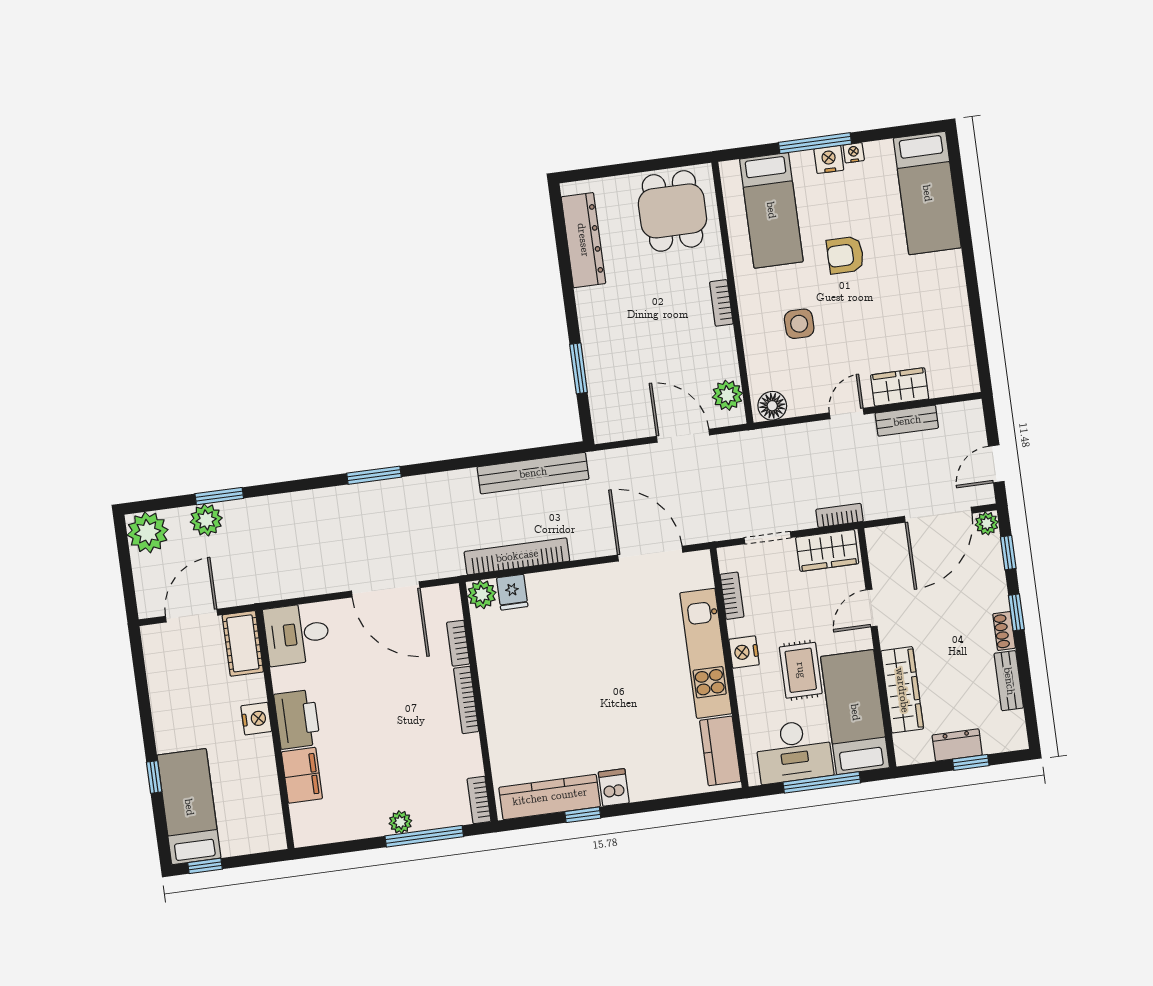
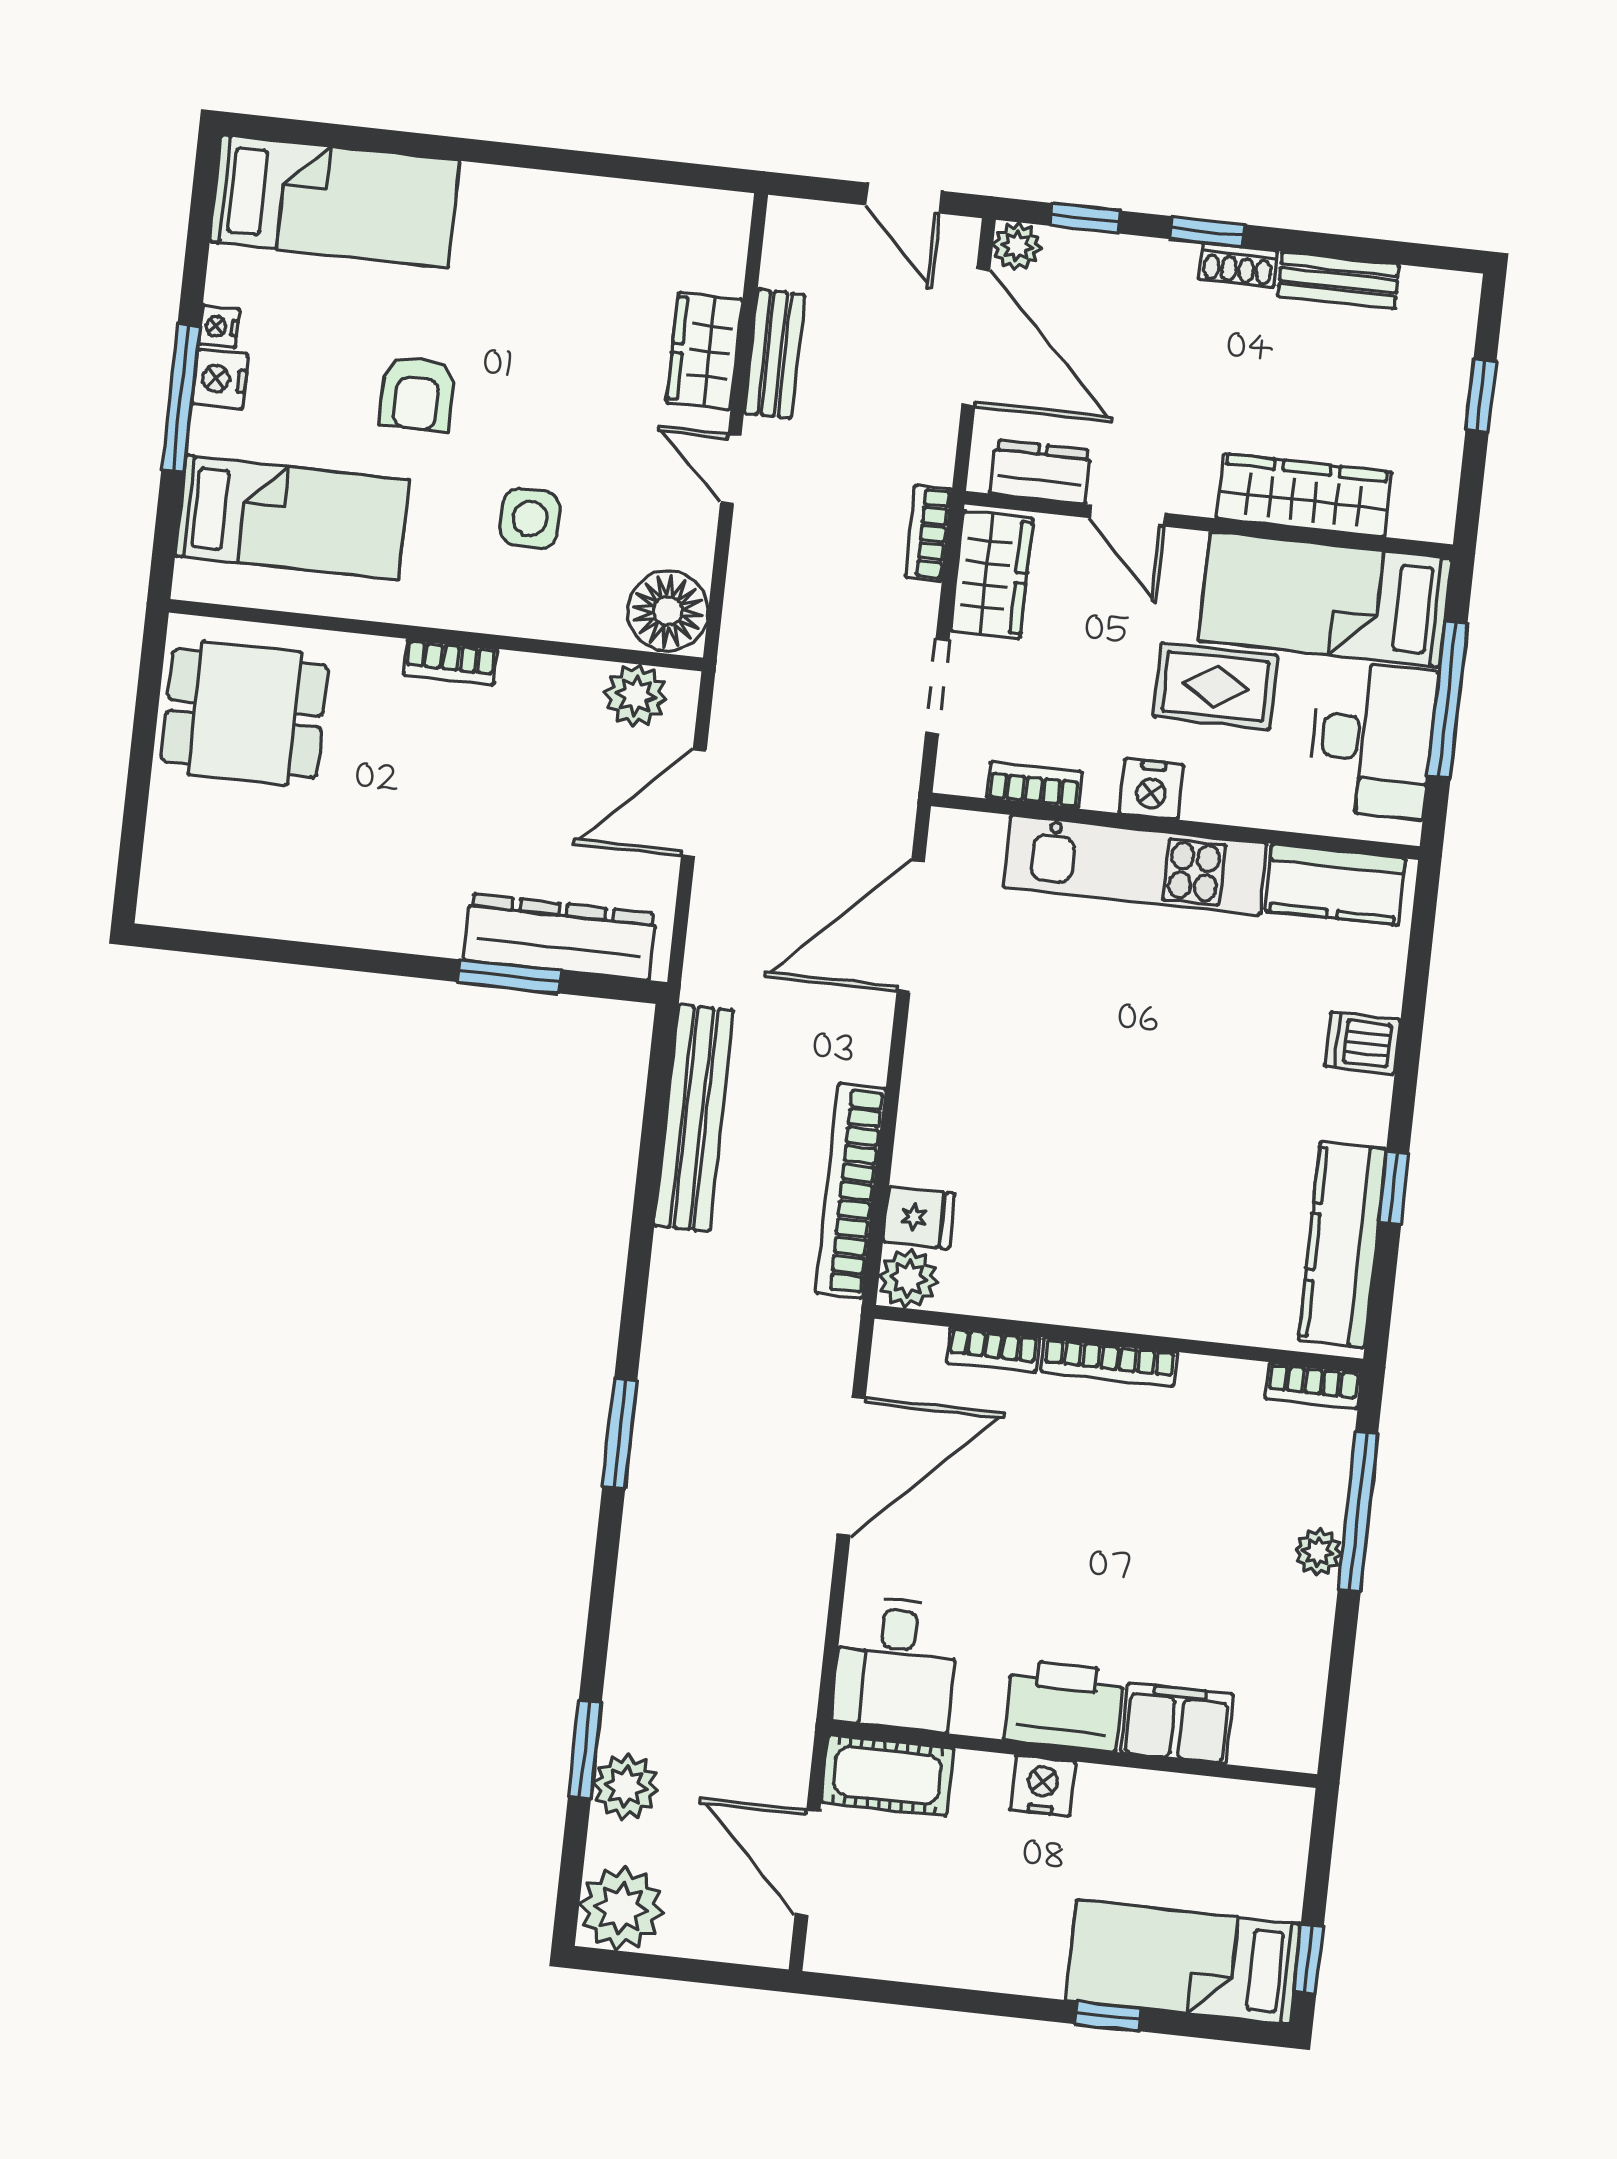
dresser: (583, 240) -> (560, 937), moved
floor lamp: (772, 406) -> (668, 611), width x1.38, depth x1.38
dresser: (957, 745) -> (1041, 472), moved, turned 90
dishwasher: (614, 787) -> (1363, 1043), moved

